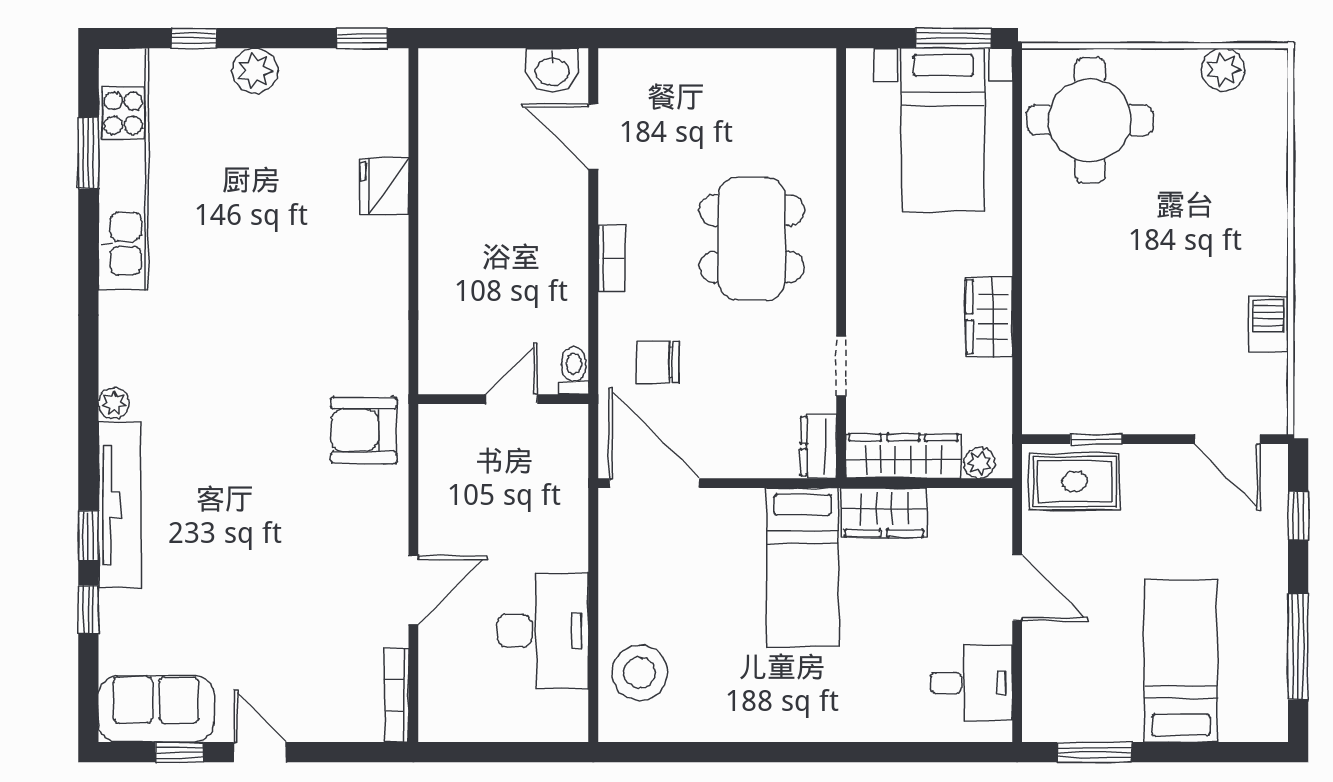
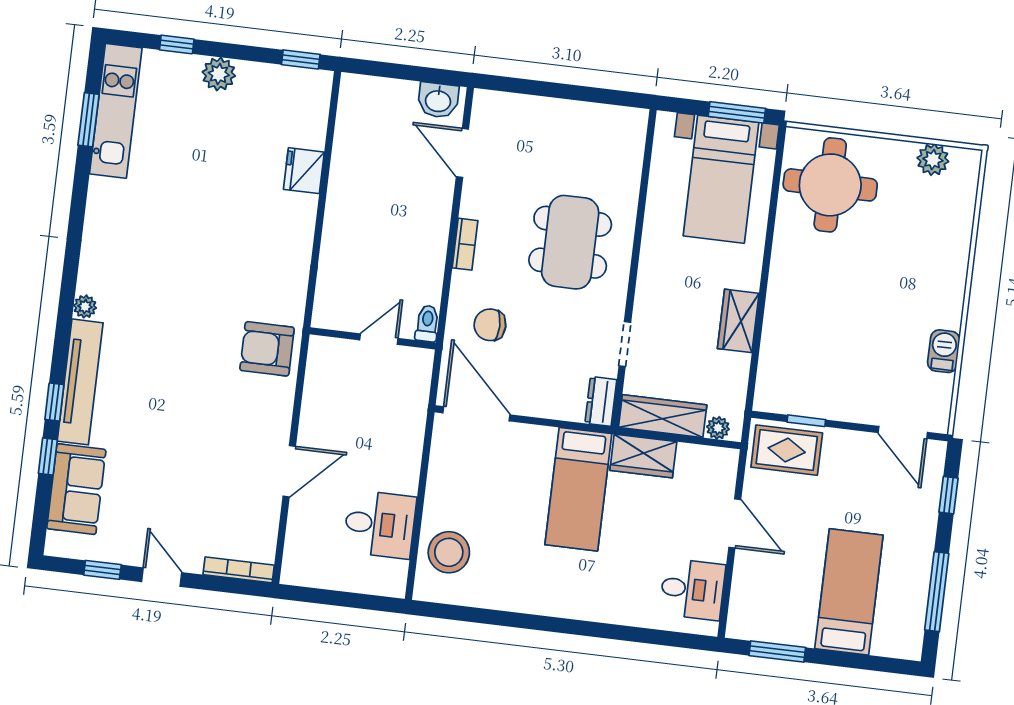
kitchen unit: (123, 169) -> (116, 111), width x0.73
desk: (543, 631) -> (380, 524), width x0.73
bookcase: (397, 695) -> (239, 570), moved, turned 90
sofa: (156, 709) -> (76, 489), moved, turned 90

